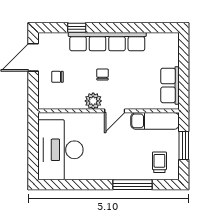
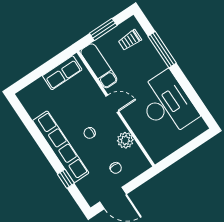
plant: (93, 101) -> (125, 140), moved
desk: (60, 150) -> (167, 104), moved, turned -90

